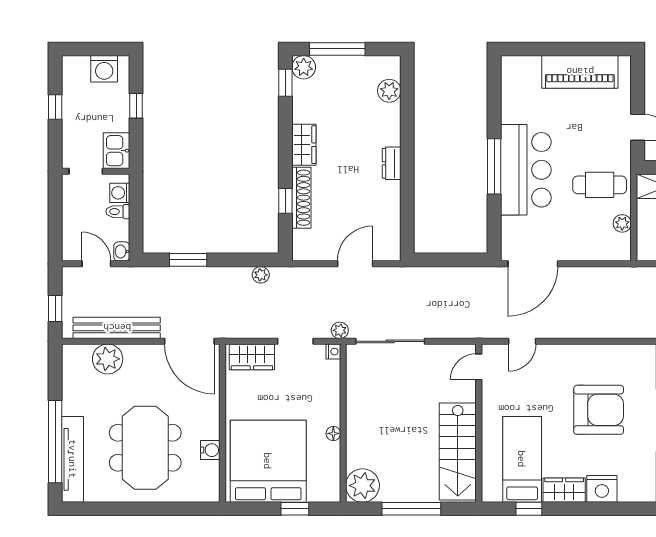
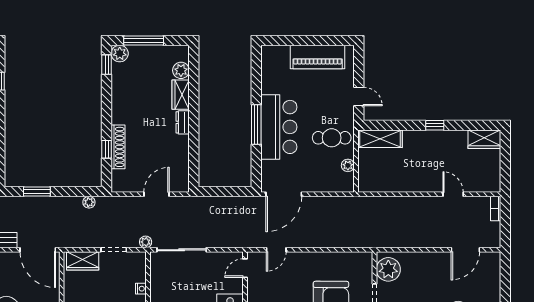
wardrobe: (304, 145) -> (181, 95), moved, turned 180
nightstand: (333, 352) -> (141, 289), moved

